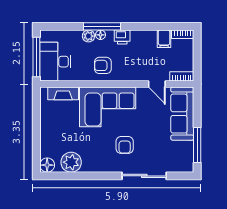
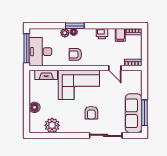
window: (102, 26) -> (75, 26), width x0.69
printer: (122, 37) -> (102, 34), moved
sofa: (182, 114) -> (134, 113), moved
floor lamp: (47, 165) -> (35, 107), moved

